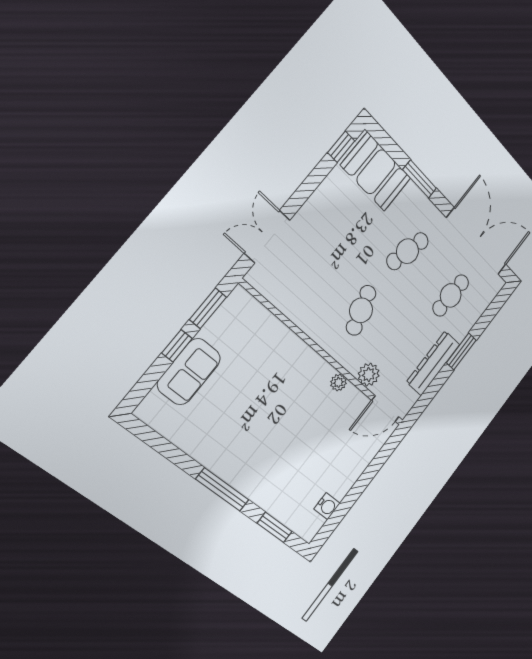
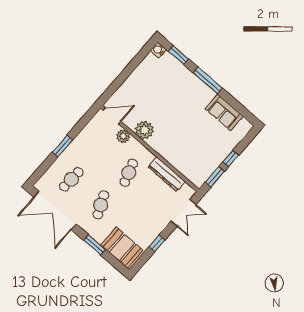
window: (341, 147) -> (157, 243), moved
cafe table: (408, 251) -> (101, 205), turned -39
dresser: (433, 363) -> (167, 174), moved, turned 90
sofa: (189, 372) -> (224, 112), moved, turned -90
plant: (338, 382) -> (144, 130), width x1.87, depth x1.87
water cooler: (327, 506) -> (158, 50), moved

